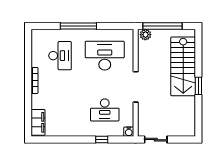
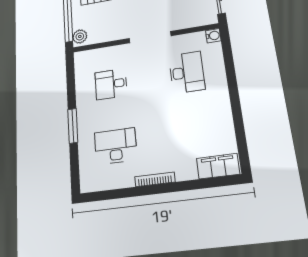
window: (78, 26) -> (73, 126), width x0.68
desk: (105, 56) -> (111, 84), width x0.53, depth x0.77
window: (102, 140) -> (230, 70), removed

